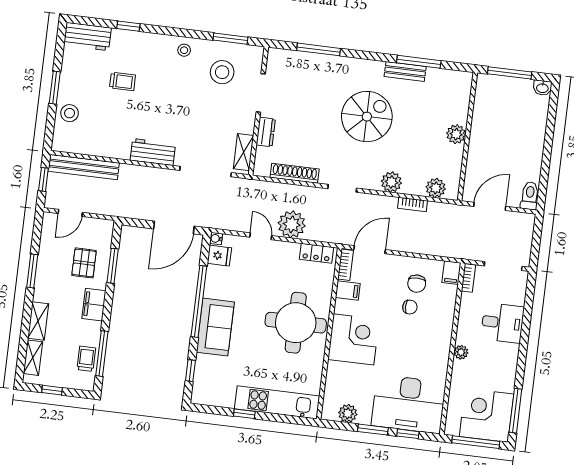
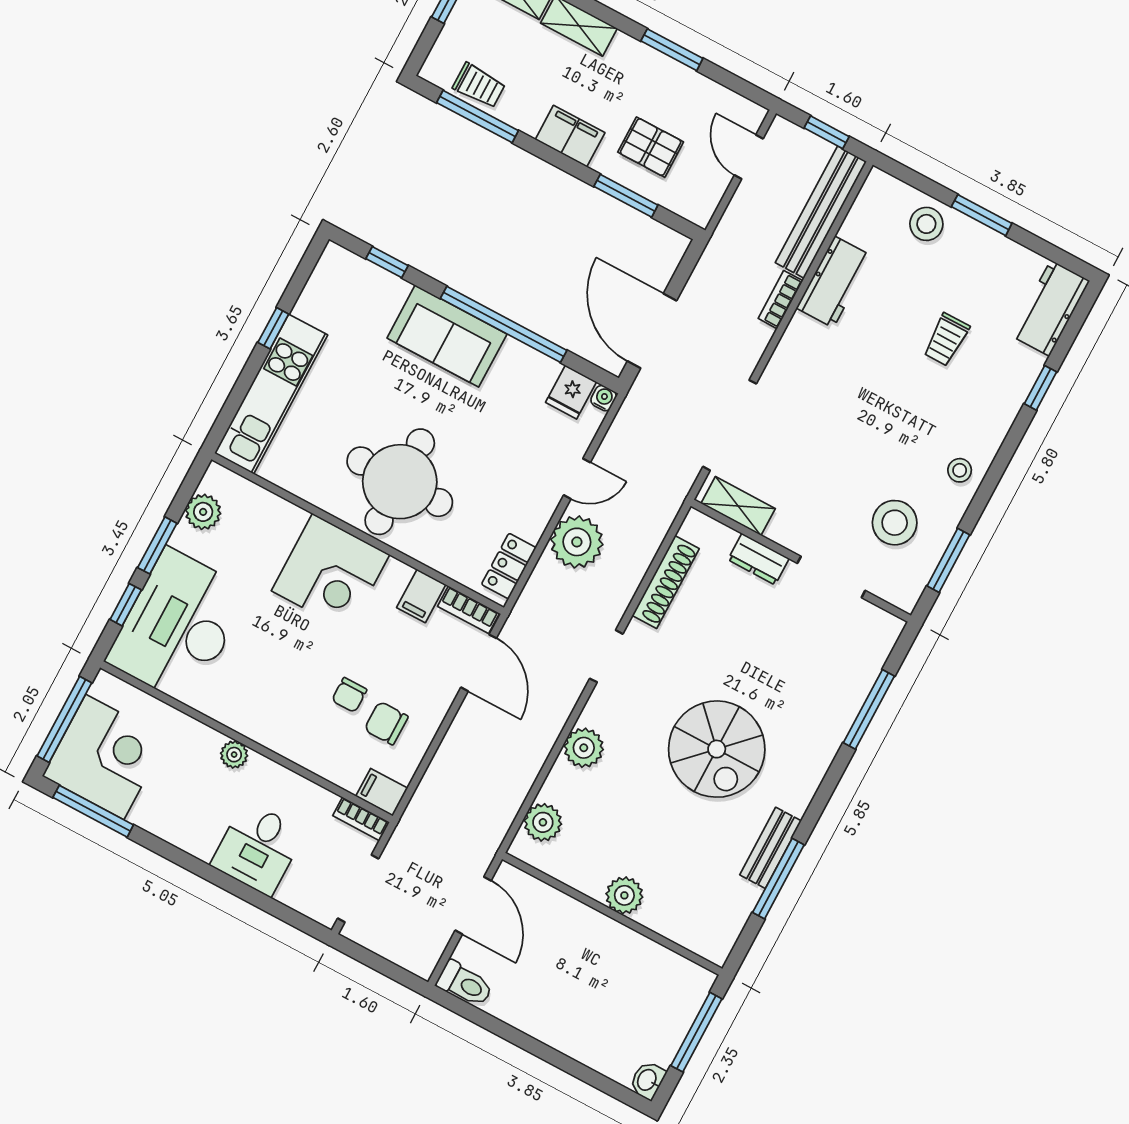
workbench: (153, 152) -> (834, 282), moved
bookcase: (413, 205) -> (780, 300), moved

